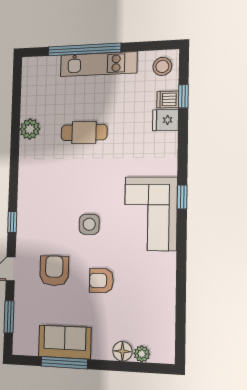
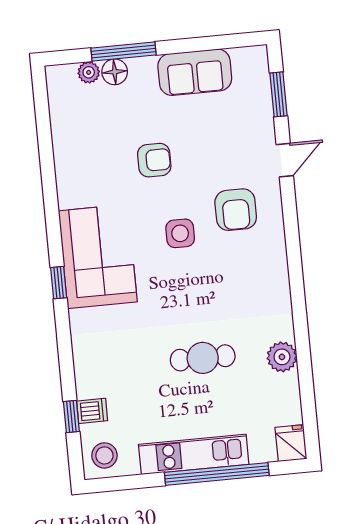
fridge: (165, 120) -> (291, 443), moved, turned -90
window: (12, 222) -> (291, 225), removed
armchair: (54, 271) -> (236, 210), moved
window: (64, 363) -> (124, 52), moved

